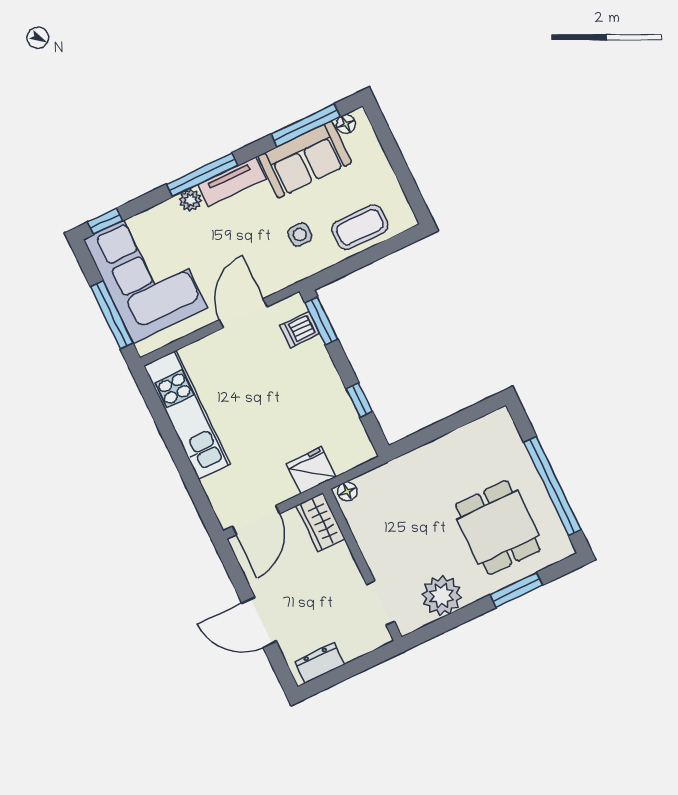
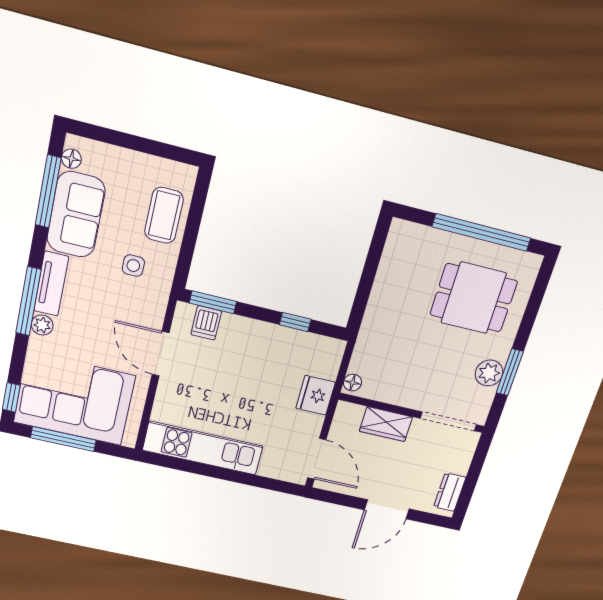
window: (112, 315) -> (63, 439), moved
wardrobe: (321, 522) -> (386, 424), moved
window: (516, 590) -> (510, 372), moved
plant: (442, 596) -> (489, 373), width x0.73, depth x0.73
doorway: (380, 603) -> (449, 421), width x1.38

